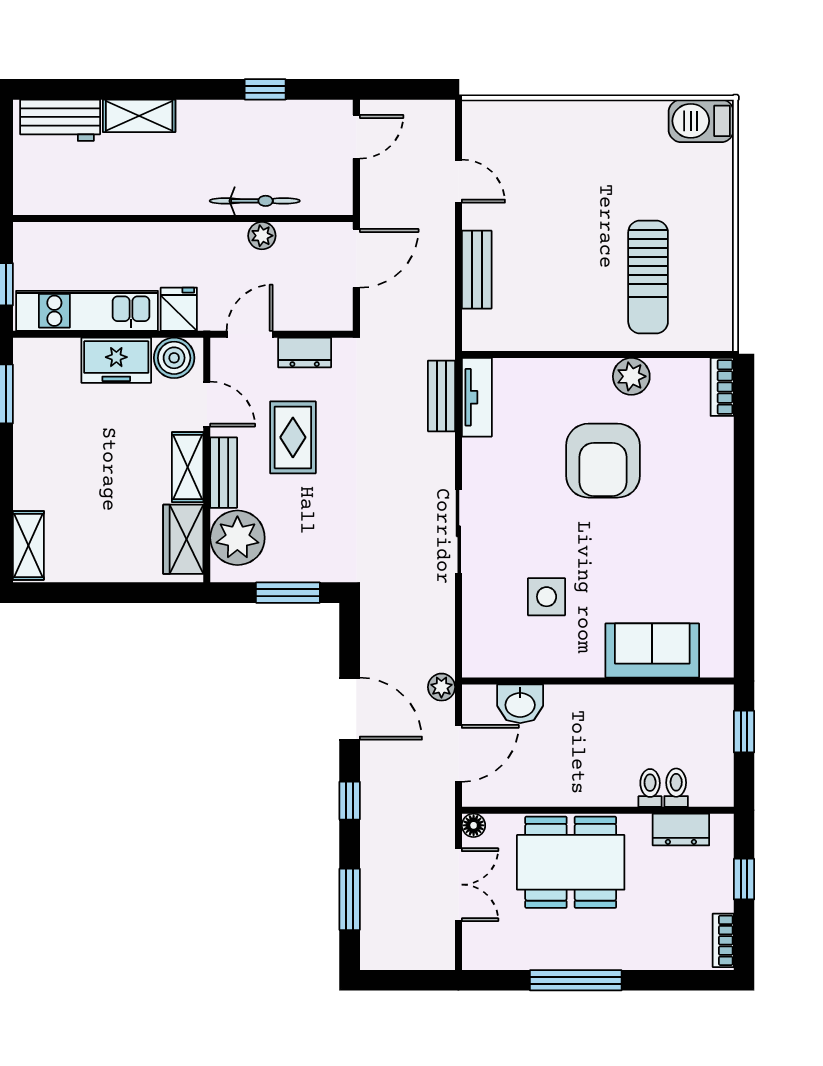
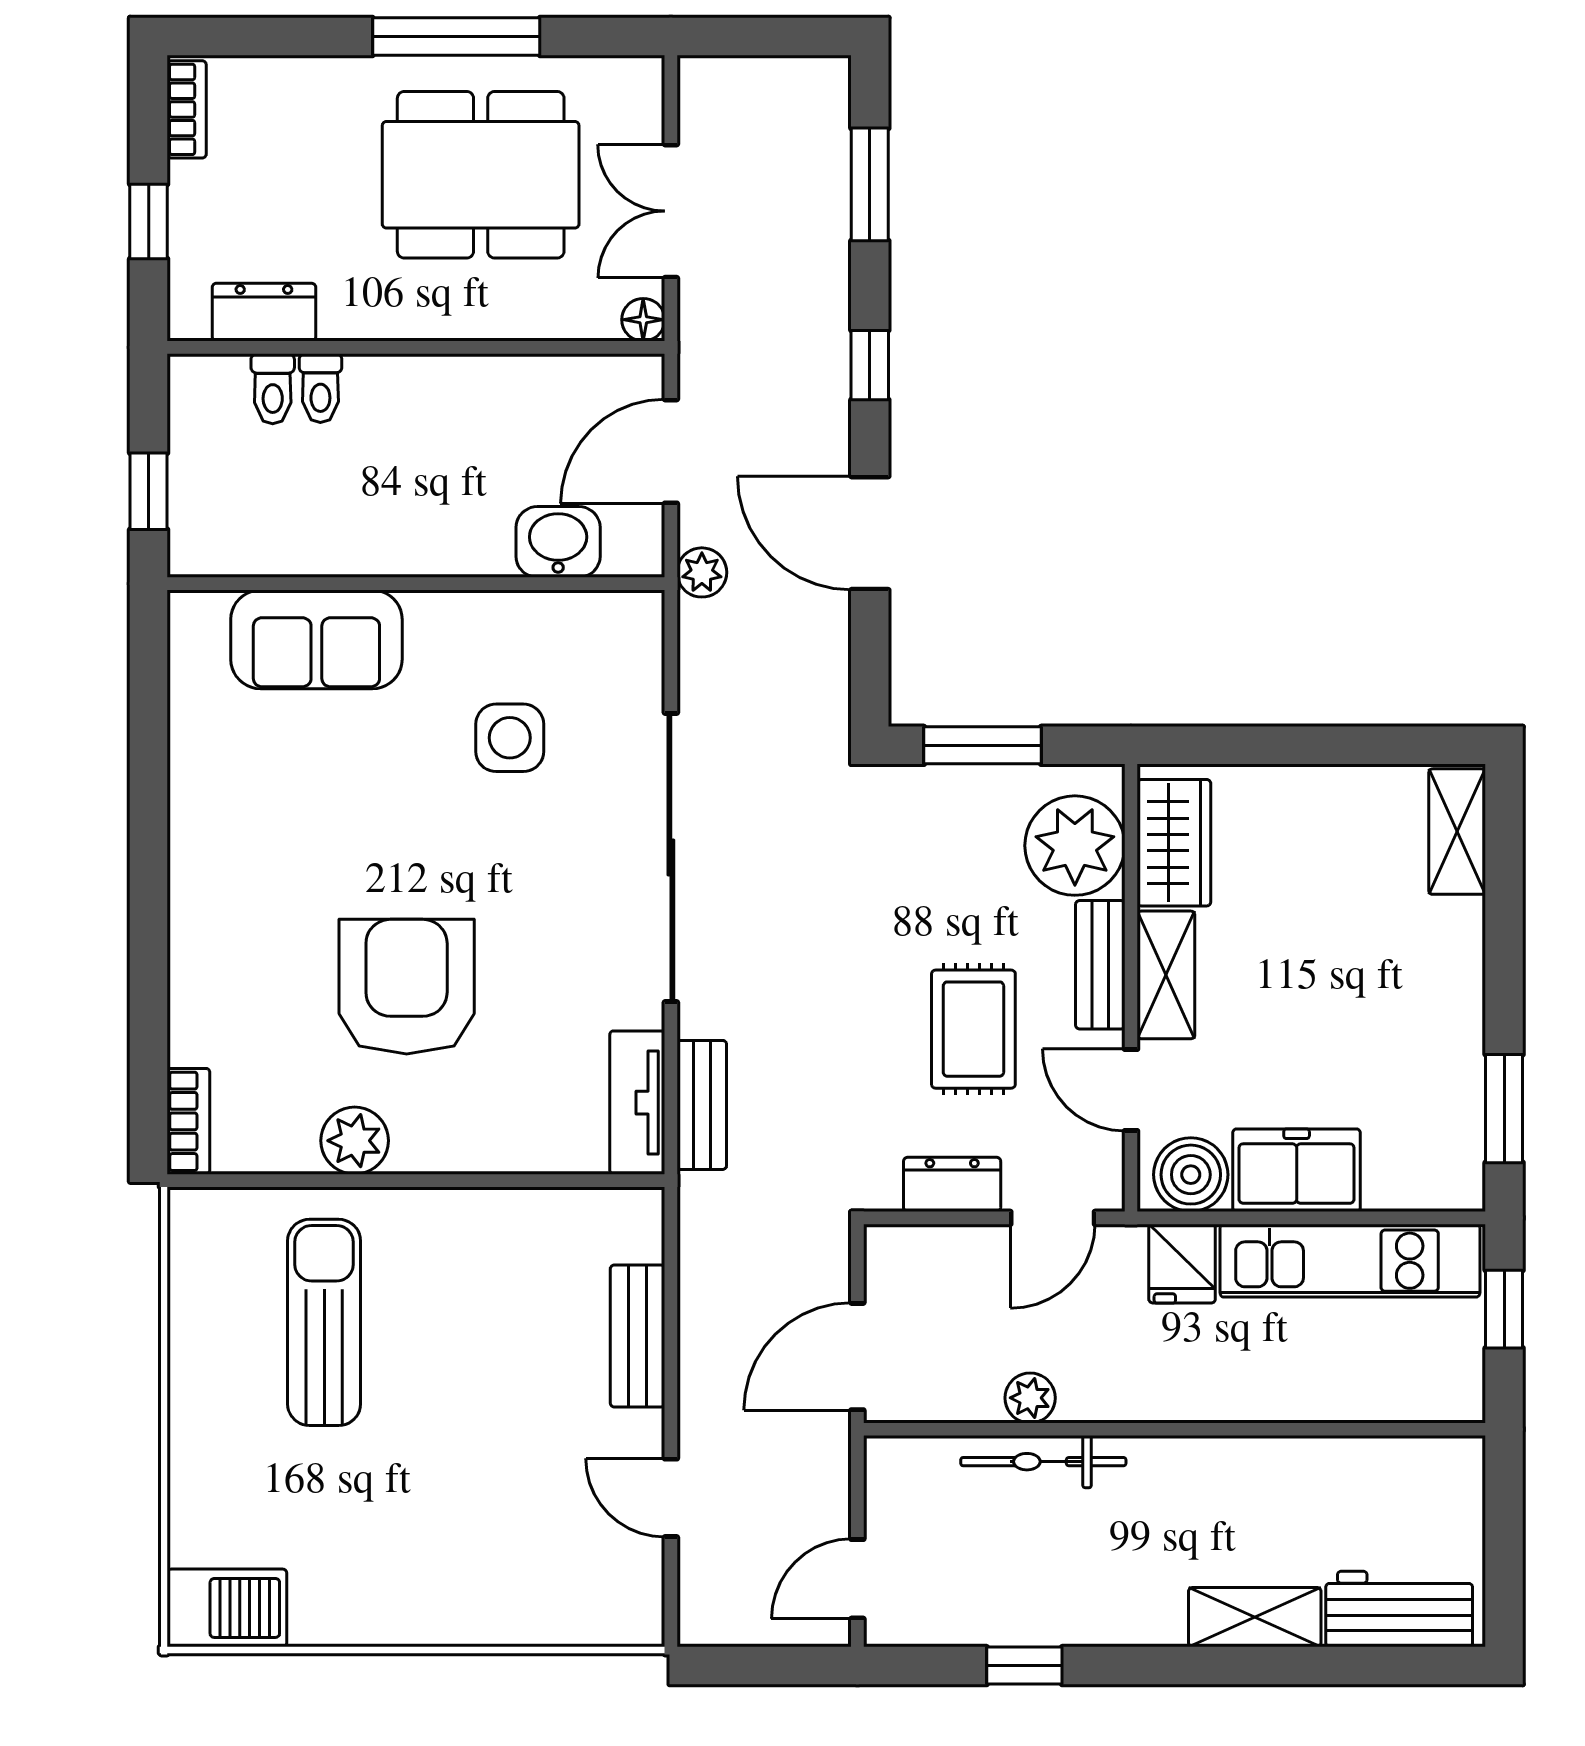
sliding door: (458, 531) -> (671, 857), width x1.86
dining table: (571, 862) -> (481, 175), moved

